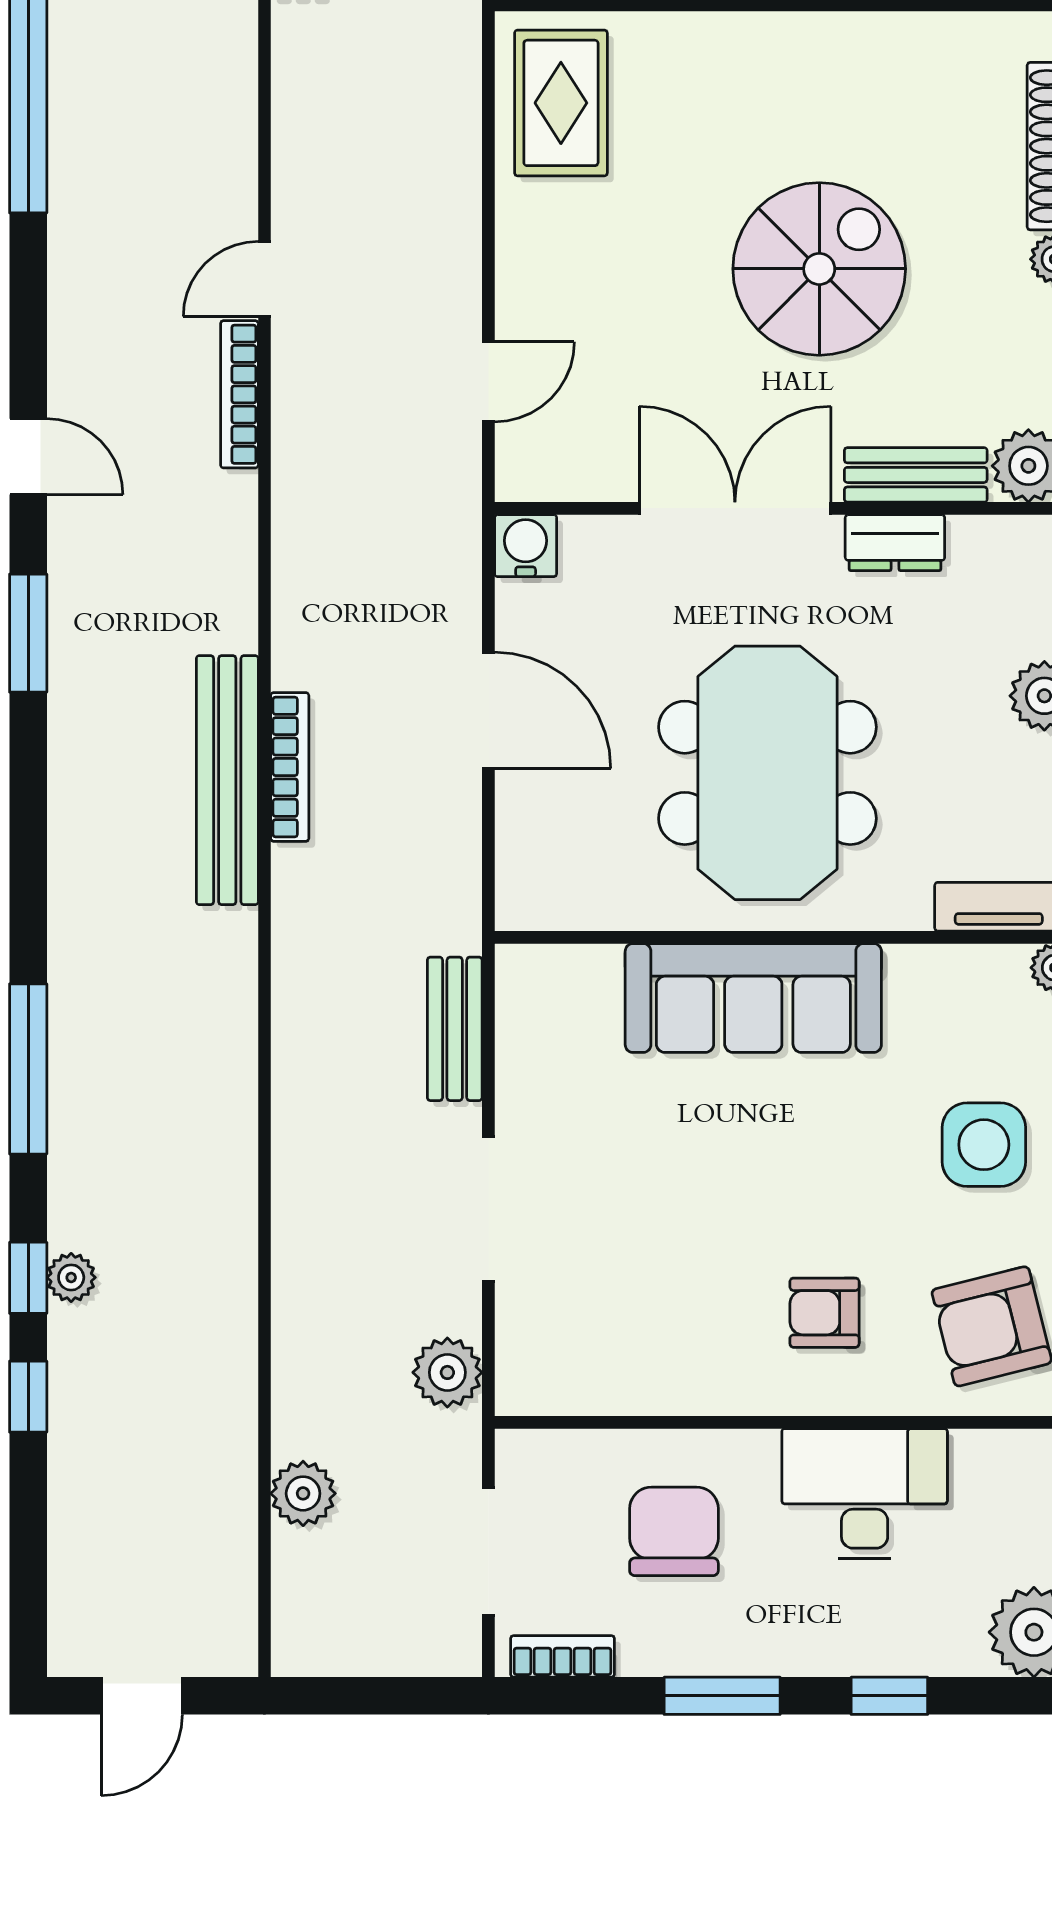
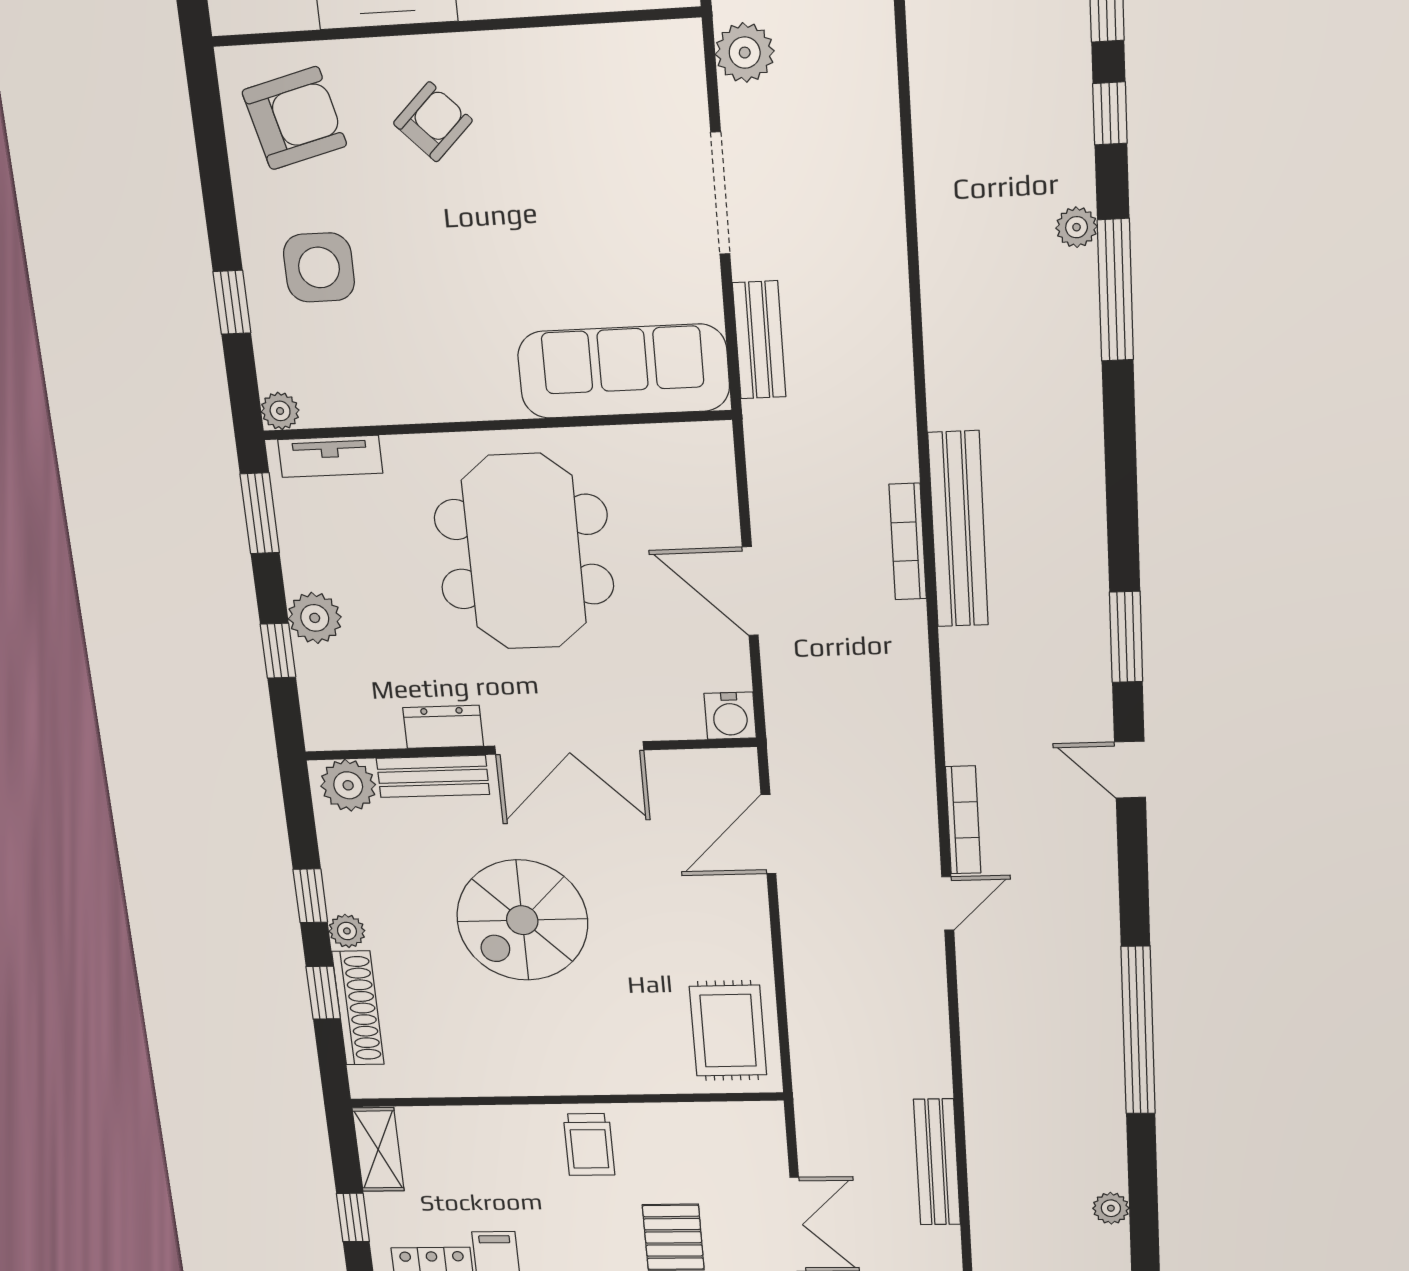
door: (488, 382) -> (768, 834), width x1.38
sofa: (753, 998) -> (624, 371), moved
plant: (71, 1277) -> (1077, 227), moved
armchair: (825, 1313) -> (433, 122), turned -44

